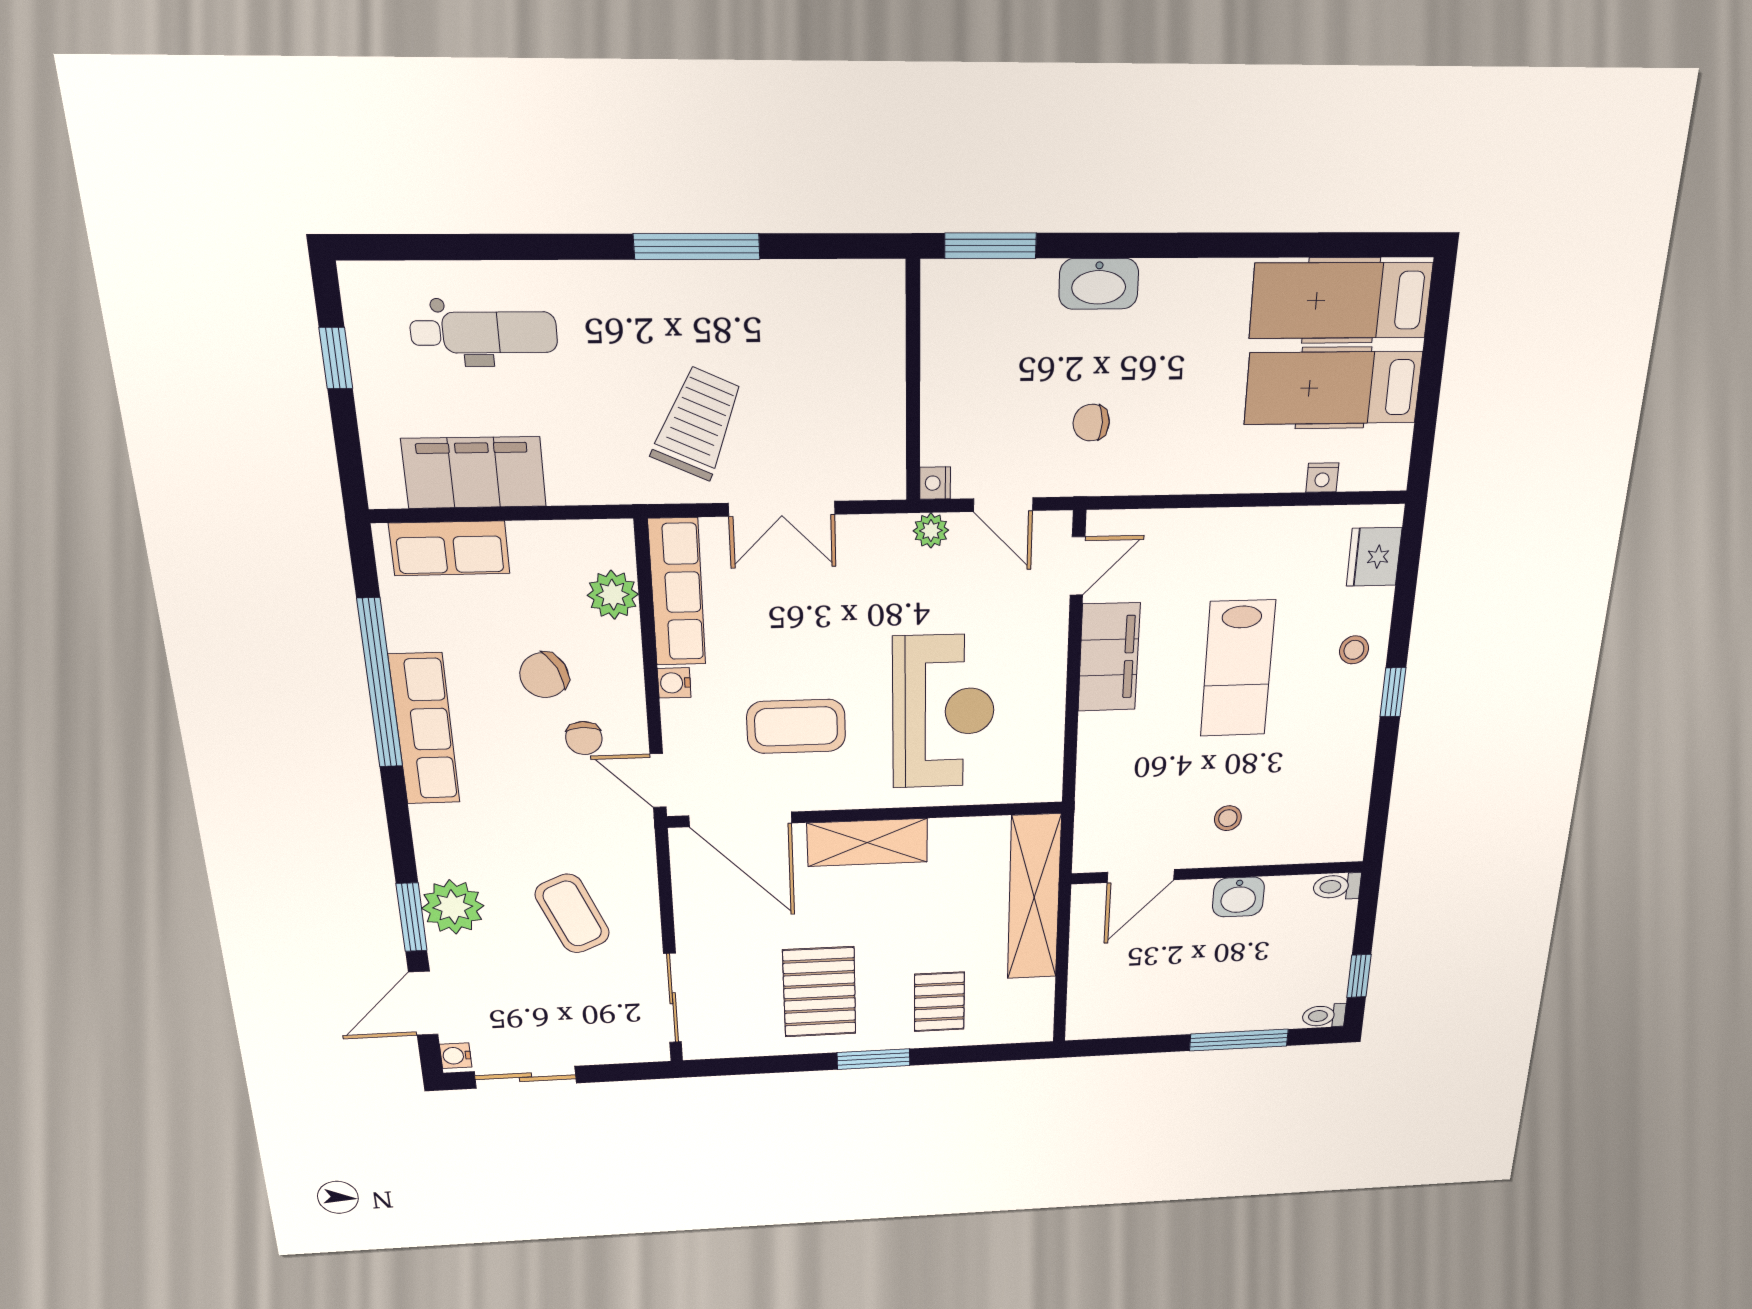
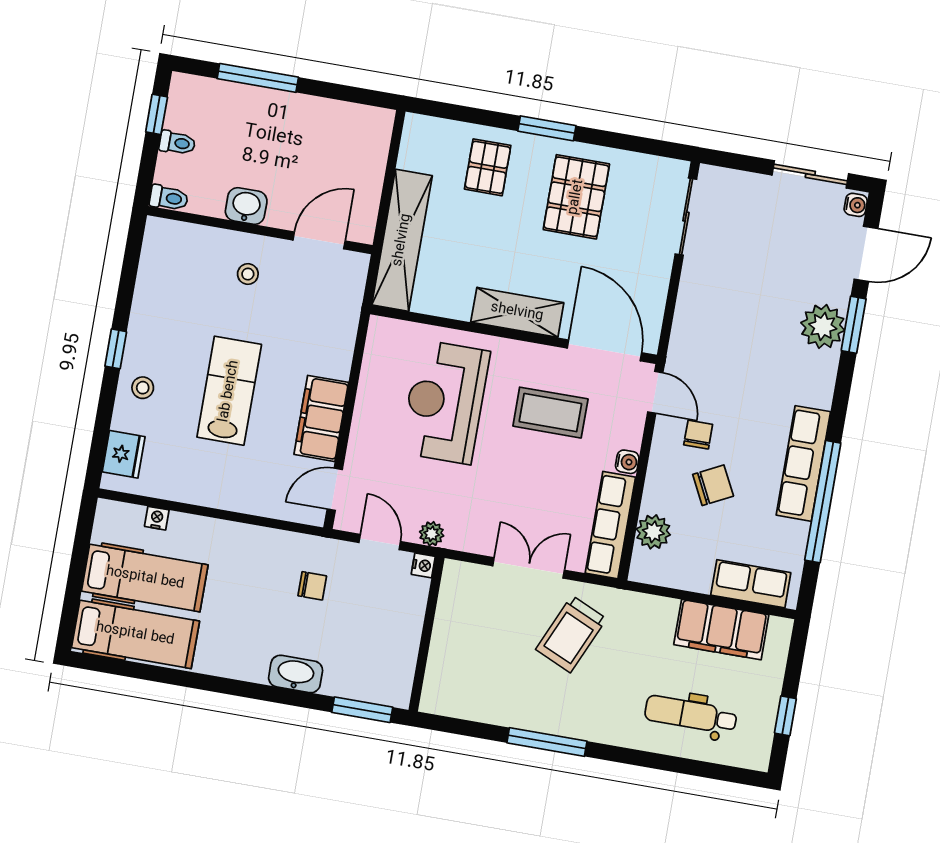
coffee table: (572, 914) -> (741, 302), removed
toilet: (1324, 1016) -> (177, 143), moved

